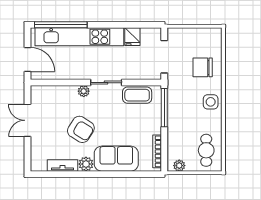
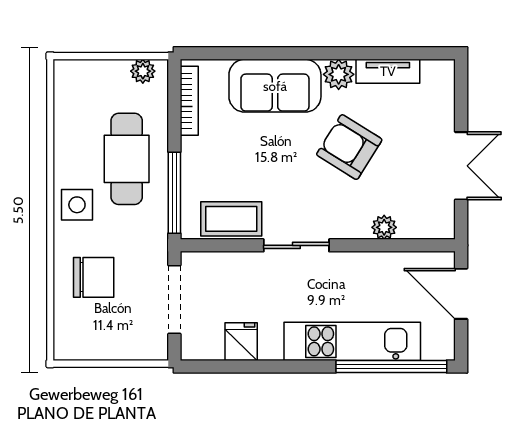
kitchen unit: (79, 37) -> (352, 341), width x0.73
plant: (84, 91) -> (384, 227), moved
cafe table: (206, 150) -> (127, 159), moved, width x1.37, depth x1.35

